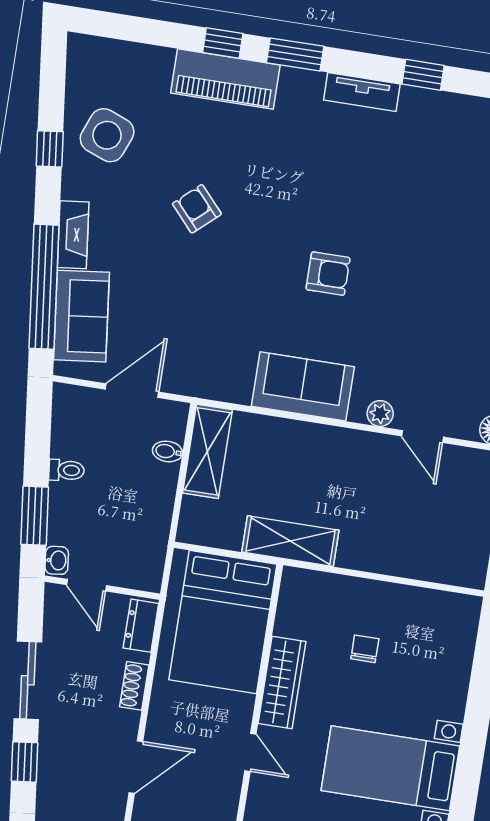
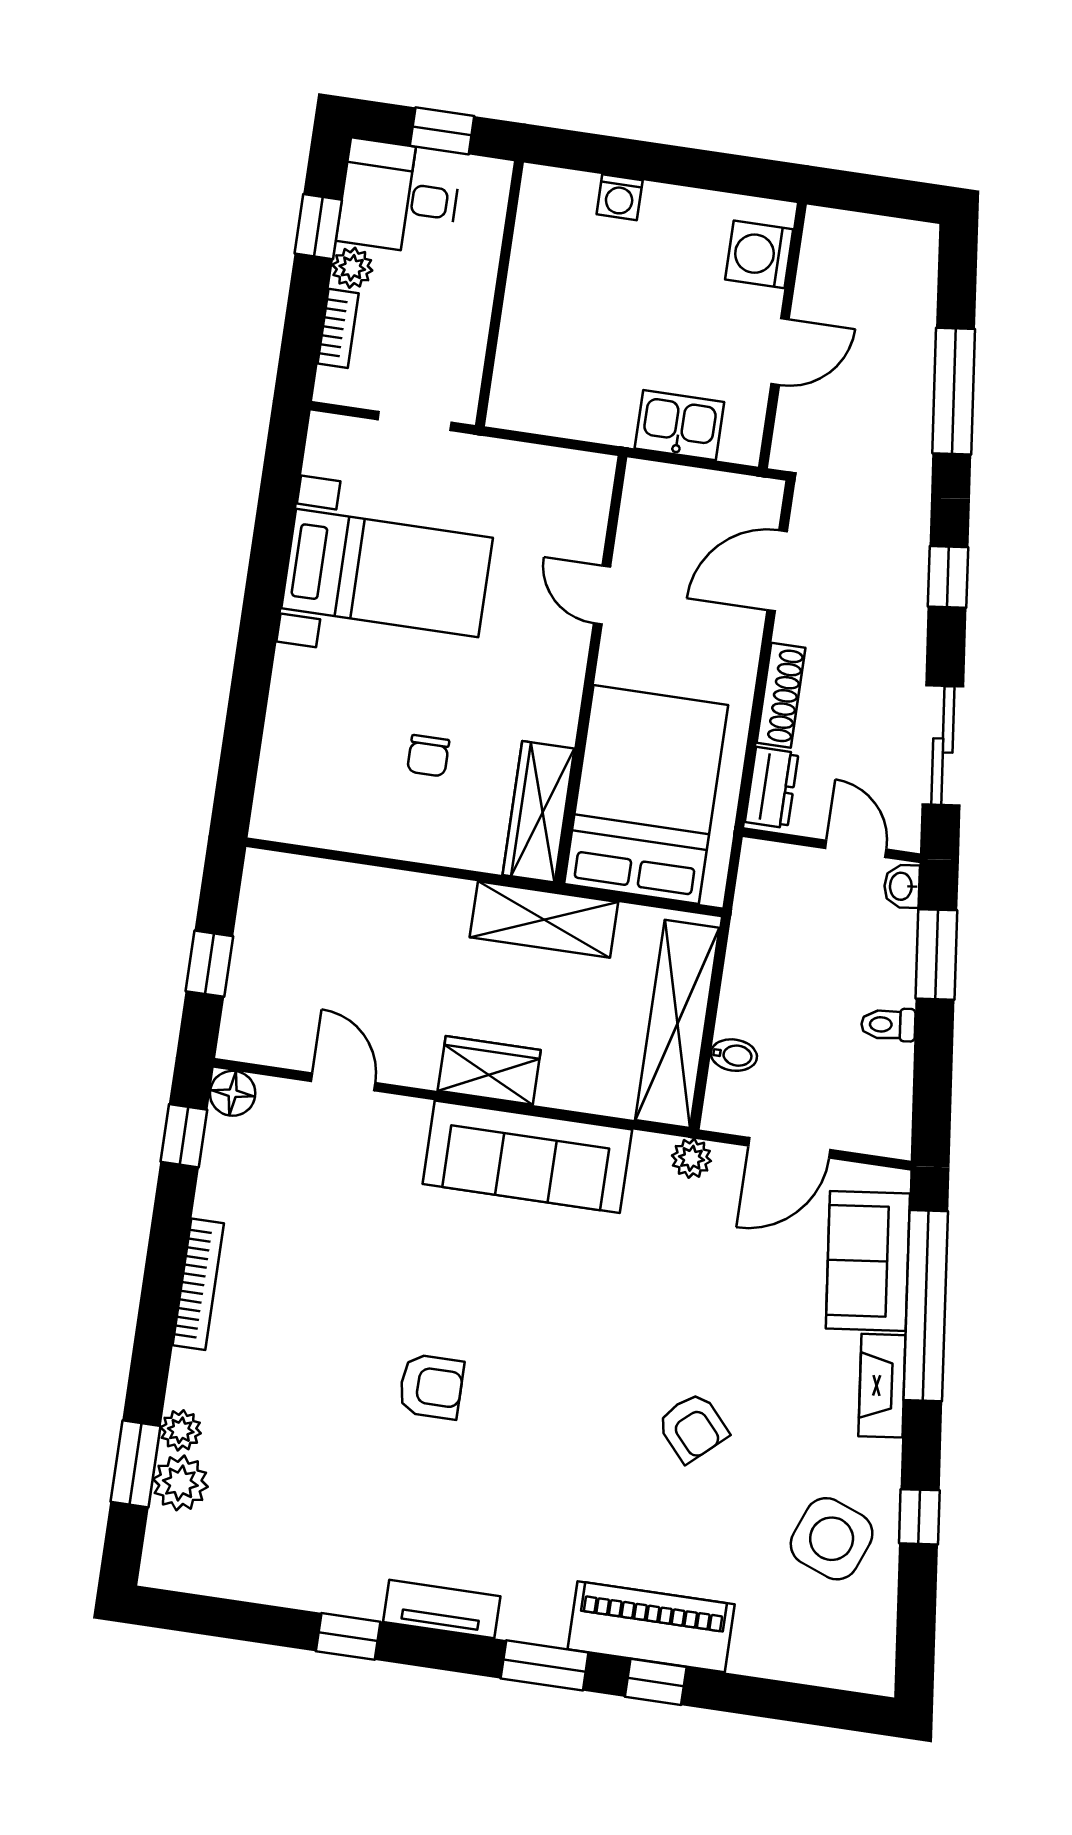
armchair: (328, 274) -> (431, 1386), moved, turned 180
sofa: (303, 386) -> (527, 1157), width x1.36
plant: (380, 414) -> (691, 1158), moved
wardrobe: (327, 443) -> (489, 1070), added
shelving: (207, 451) -> (677, 1024), width x1.47
sliding door: (28, 680) -> (943, 746), moved
wardrobe: (282, 682) -> (539, 812), moved
shoe rack: (134, 686) -> (781, 695), width x1.43

